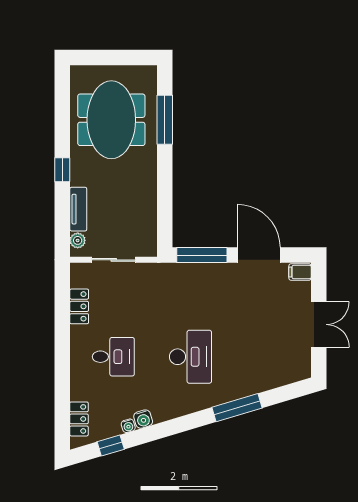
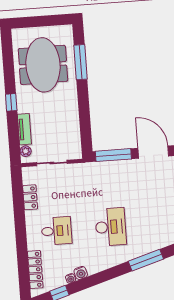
locker: (79, 419) -> (35, 270), width x1.53

